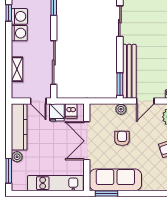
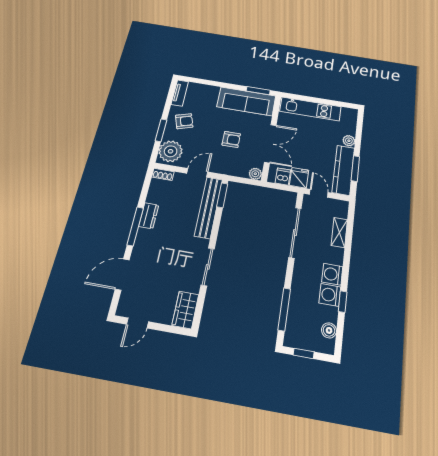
plant: (121, 109) -> (255, 174), moved
armchair: (122, 138) -> (231, 139), turned -90
window: (9, 171) -> (355, 169), moved

